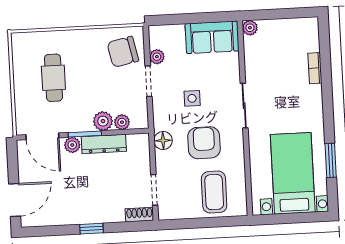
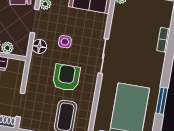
floor lamp: (163, 141) -> (39, 46), moved
window: (331, 160) -> (162, 101), moved

